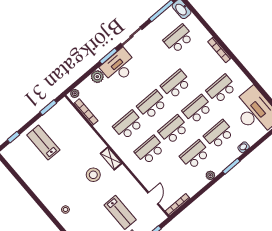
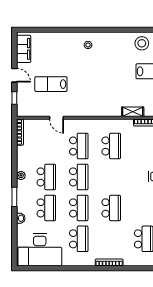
school desk: (152, 105) -> (111, 177), removed
shelving: (111, 158) -> (133, 112), moved
stool: (93, 175) -> (142, 43), moved
door: (153, 198) -> (57, 118), moved

